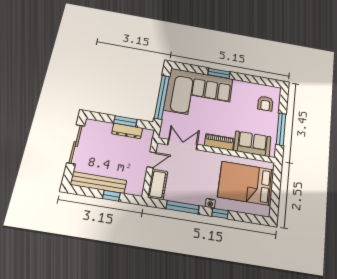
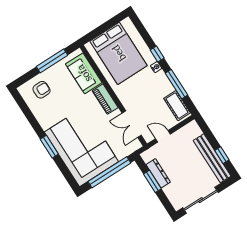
cot: (158, 184) -> (177, 106), moved, turned 90
window: (111, 196) -> (222, 155), moved

